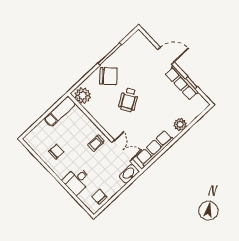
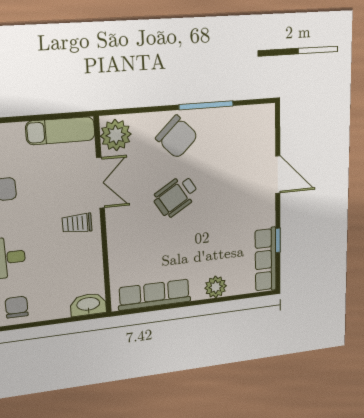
row of seats: (182, 83) -> (266, 260), moved
double door: (122, 151) -> (100, 183), moved

